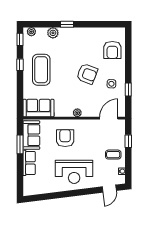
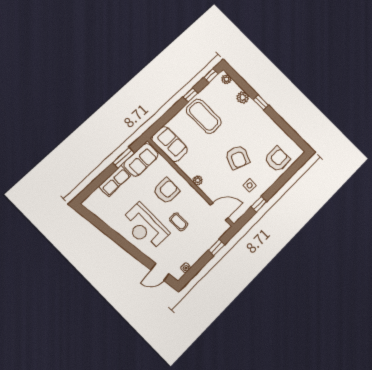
armchair: (112, 50) -> (277, 159), turned 180
coffee table: (41, 70) -> (204, 116), turned 90
coffee table: (113, 155) -> (179, 222), moved

